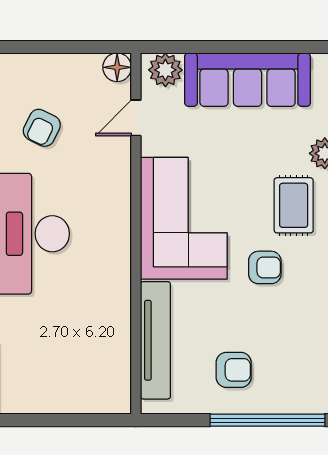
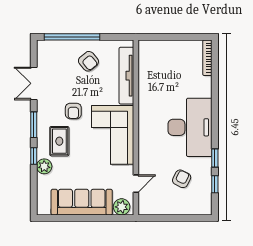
floor lamp: (117, 67) -> (145, 208), removed
armchair: (265, 267) -> (73, 111), turned -90
armchair: (234, 370) -> (88, 61), turned -130

